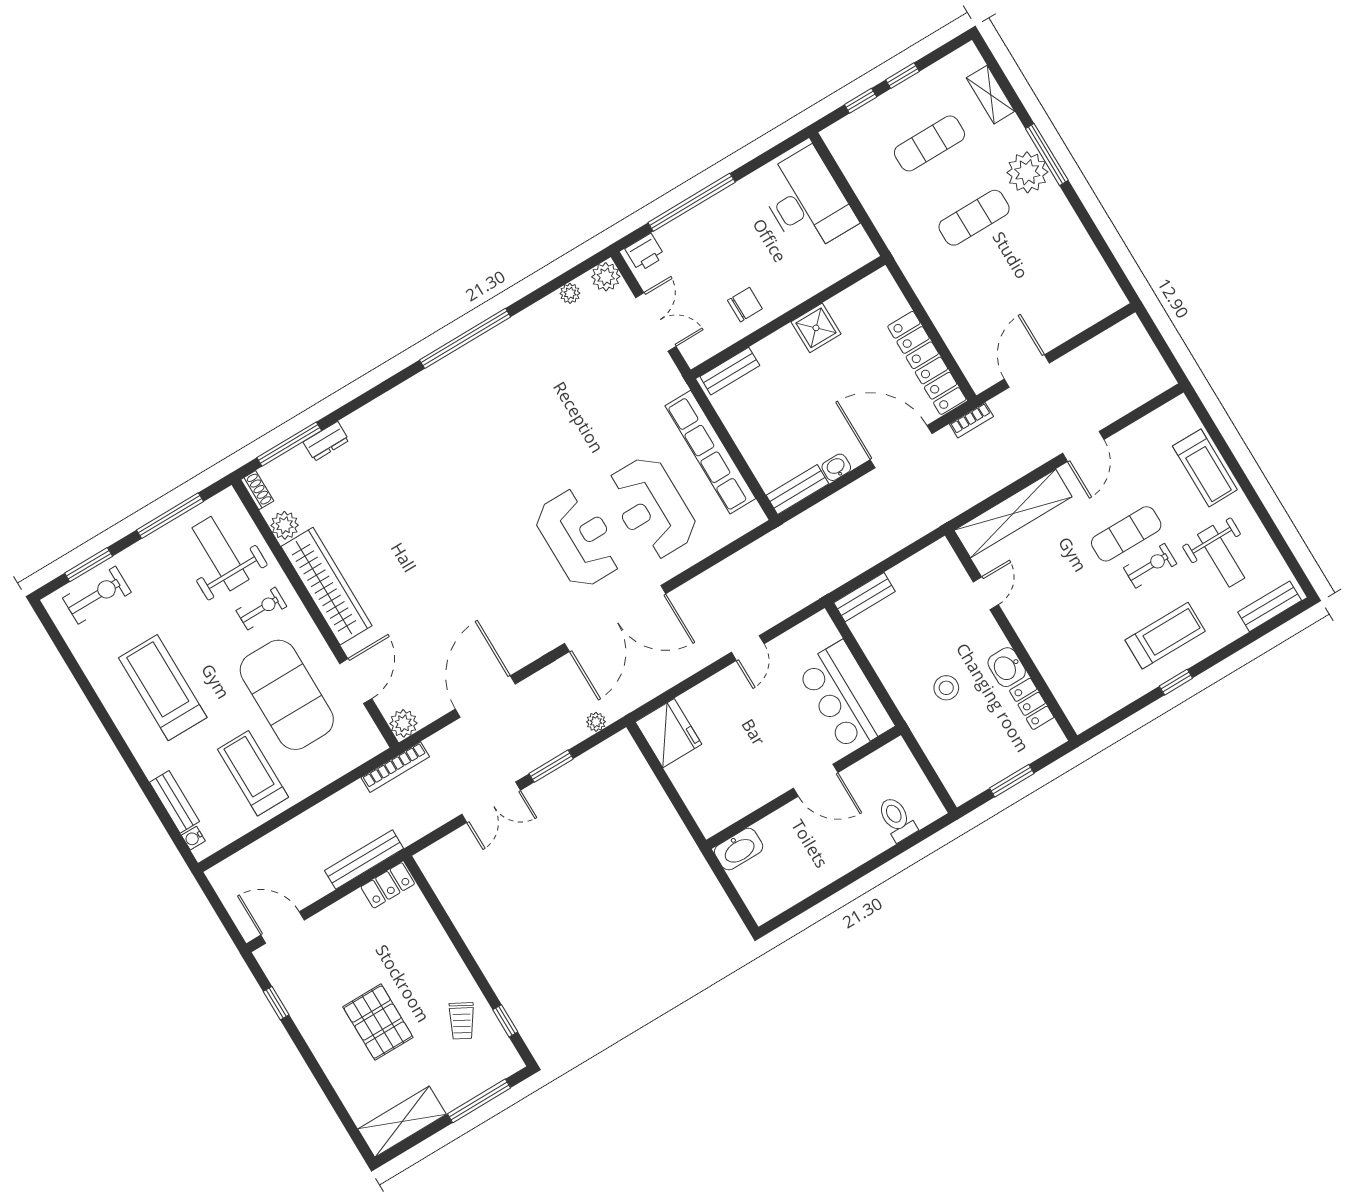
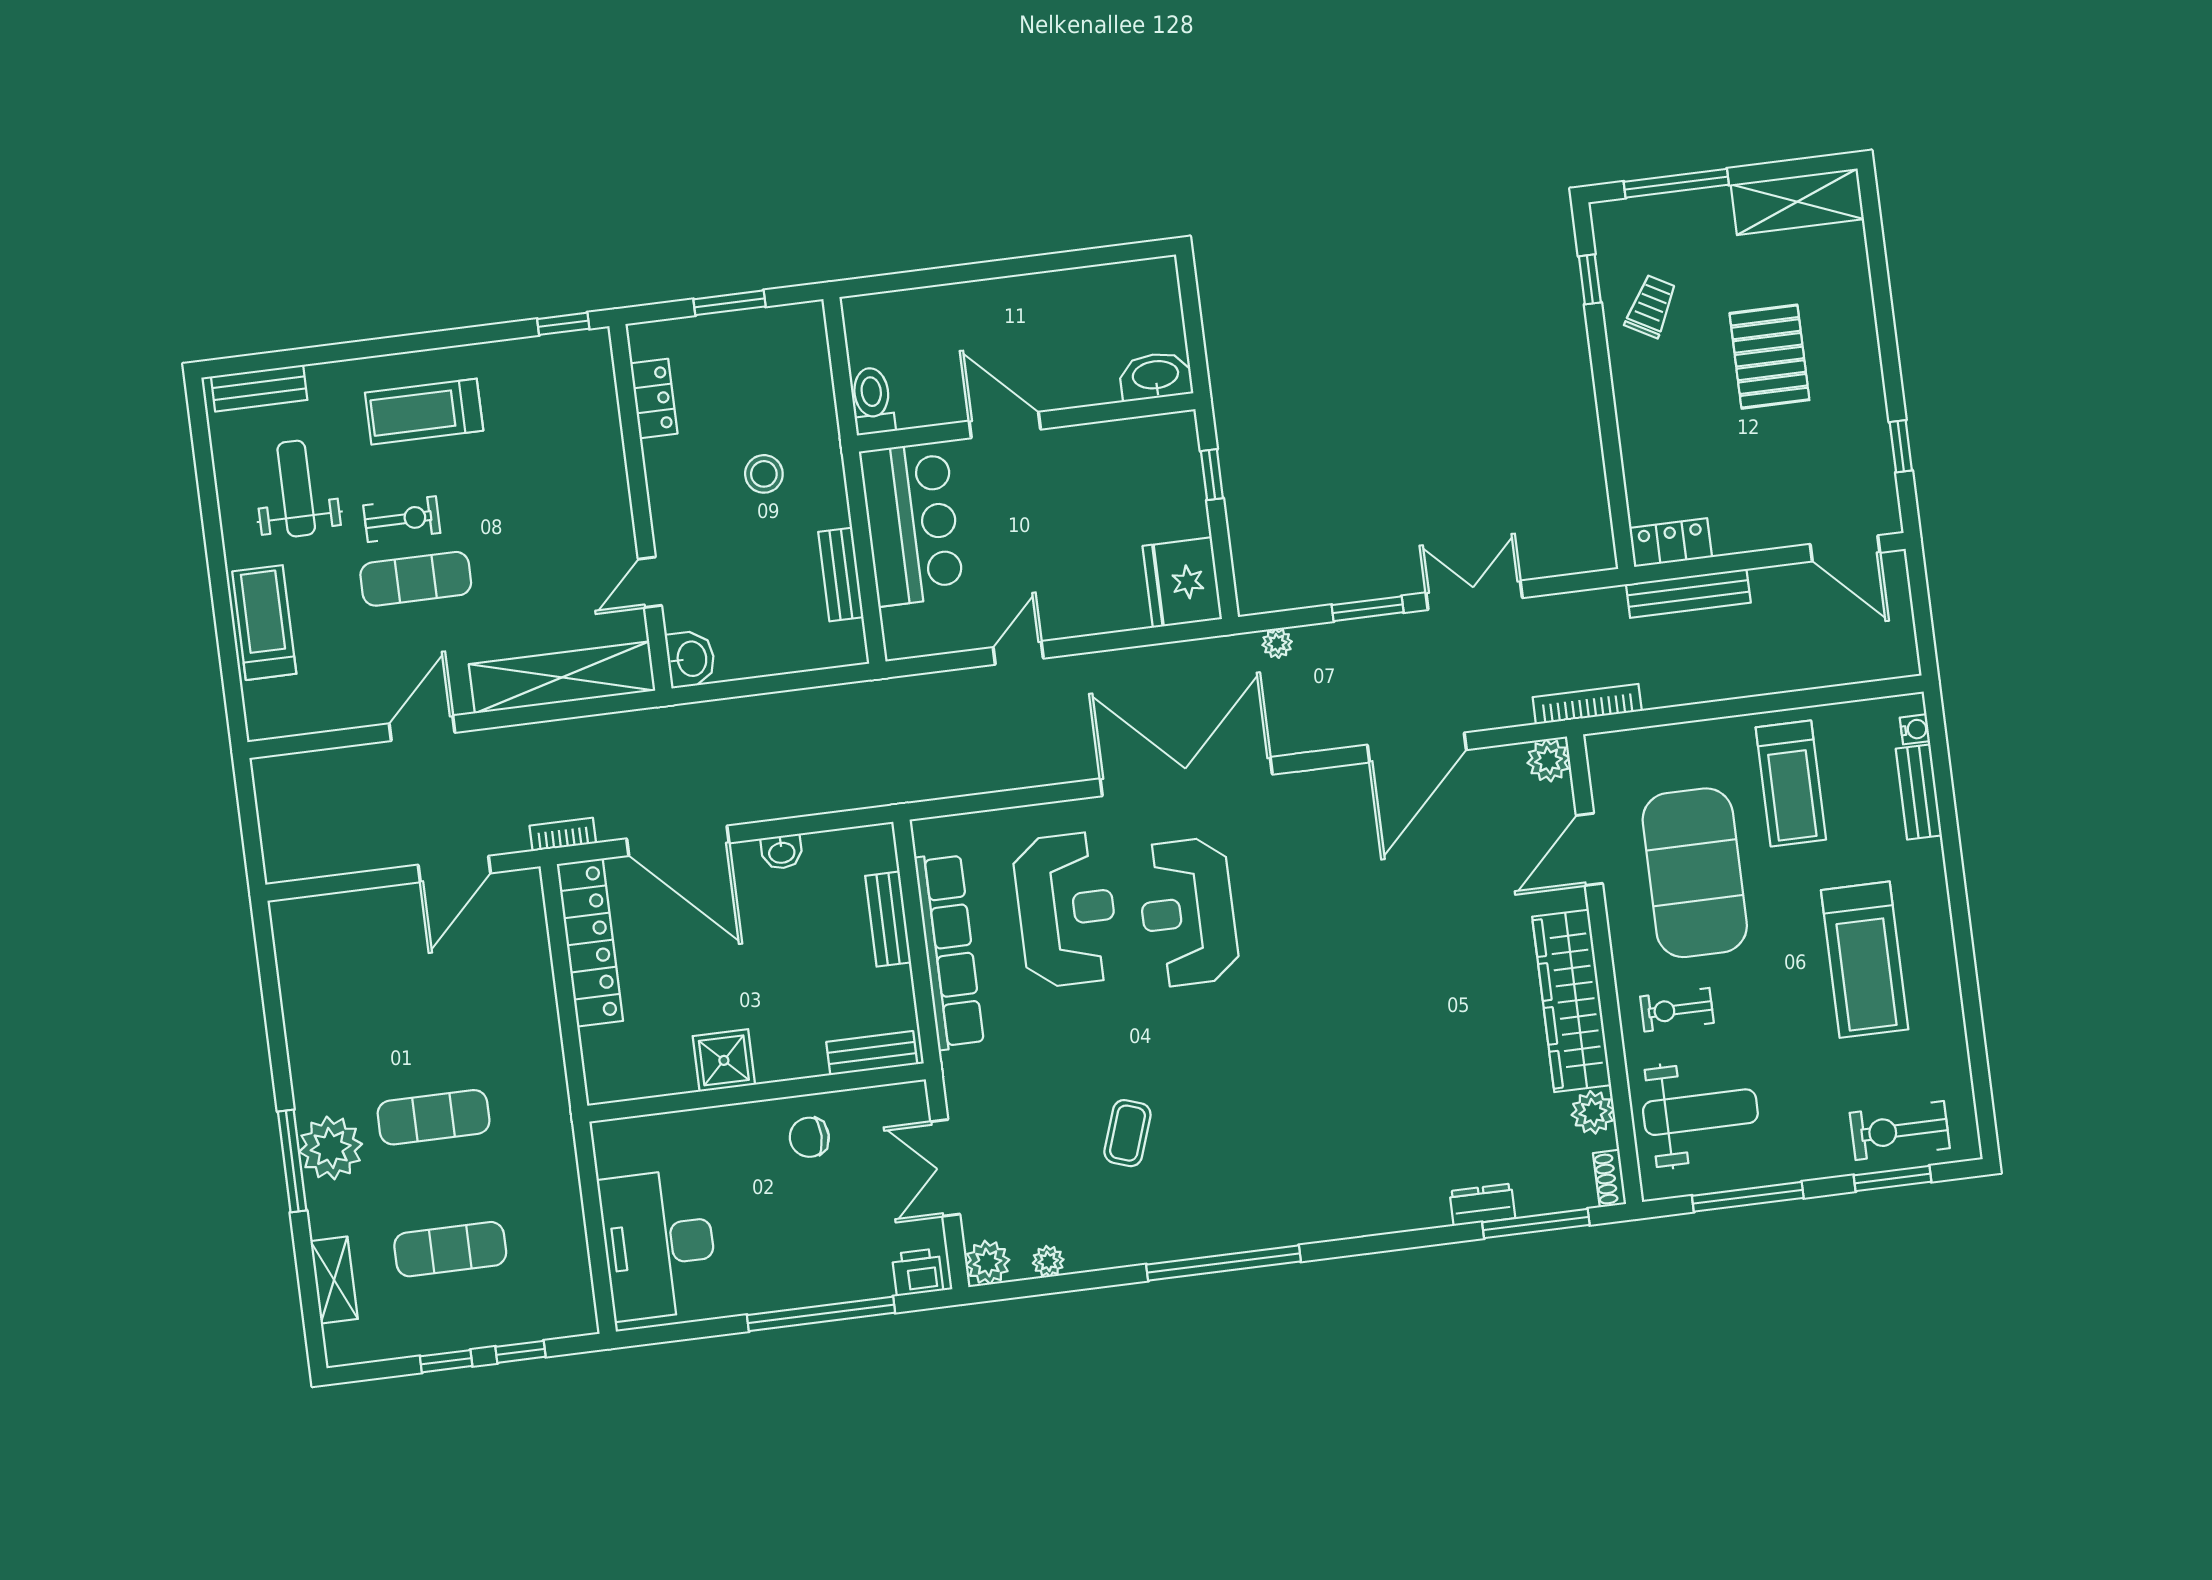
coffee table: (556, 391) -> (1127, 1133), added
bench: (797, 490) -> (888, 919), moved, turned 90
weight bench: (221, 554) -> (1700, 1112), turned -90
exercise bike: (1150, 566) -> (402, 519), turned 180
bench: (864, 597) -> (841, 575), moved, turned 90
washbasin: (1007, 667) -> (691, 659), moved
window: (1176, 682) -> (563, 324), moved
window: (679, 805) -> (1212, 475), added
toilet: (897, 819) -> (872, 401), moved, turned 180

